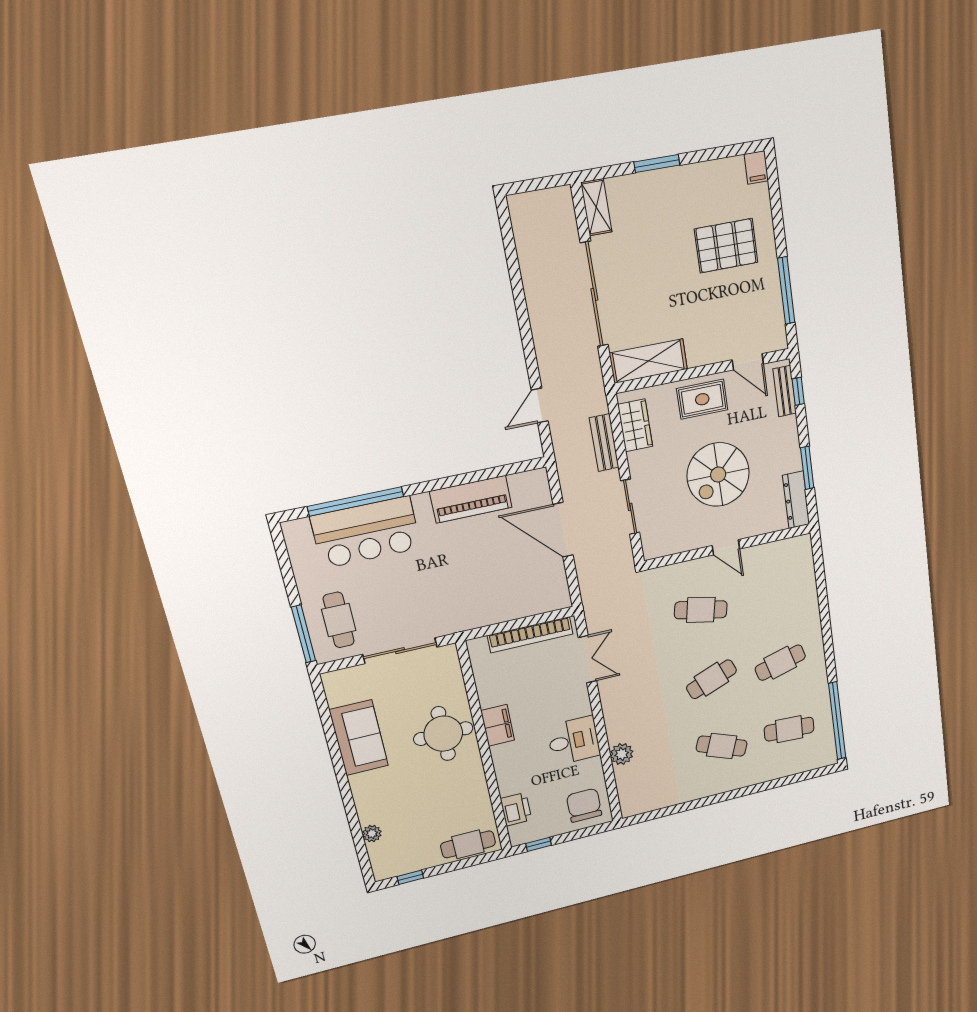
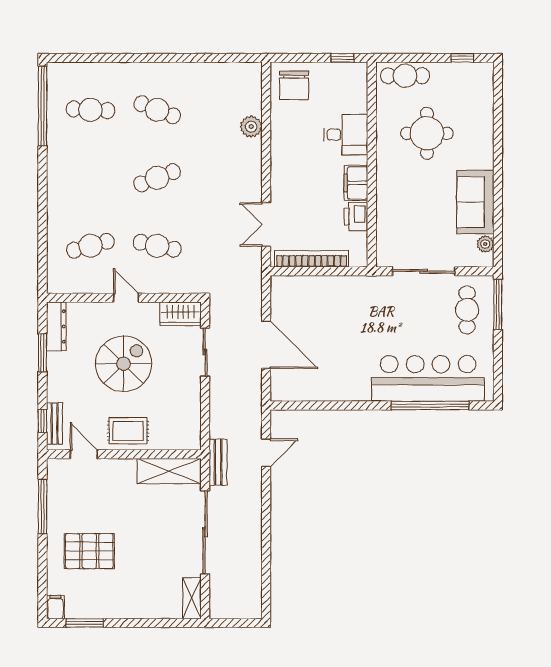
window: (657, 164) -> (85, 623), moved
wardrobe: (635, 425) -> (180, 314), moved, turned -90
bench: (604, 443) -> (218, 462), moved
piano: (471, 499) -> (338, 387), removed
bar counter: (366, 532) -> (428, 378), width x1.36
cafe table: (780, 663) -> (90, 246), moved
round table: (443, 734) -> (427, 133), moved
desk: (574, 741) -> (346, 135), moved, turned 180
printer: (516, 809) -> (356, 217), moved
plant: (372, 834) -> (485, 244), moved

